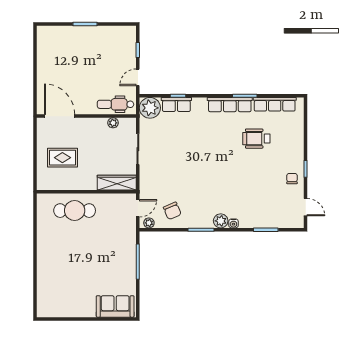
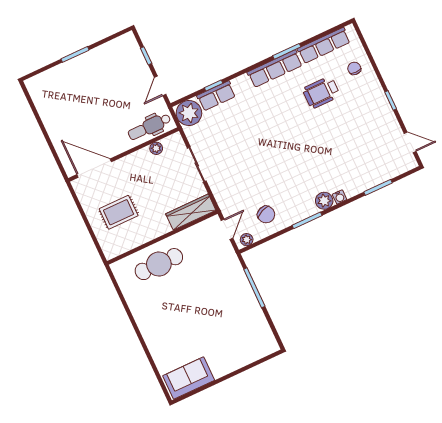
chair: (292, 179) -> (354, 68), moved
sofa: (115, 306) -> (189, 378), moved

